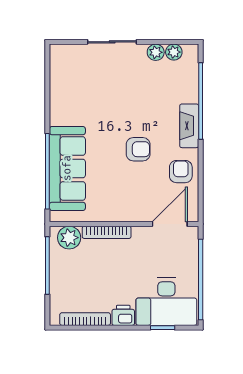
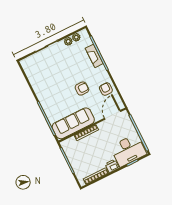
fireplace: (189, 126) -> (94, 56), moved
sofa: (67, 168) -> (73, 123), moved, turned -90
plant: (69, 238) -> (71, 143), removed

